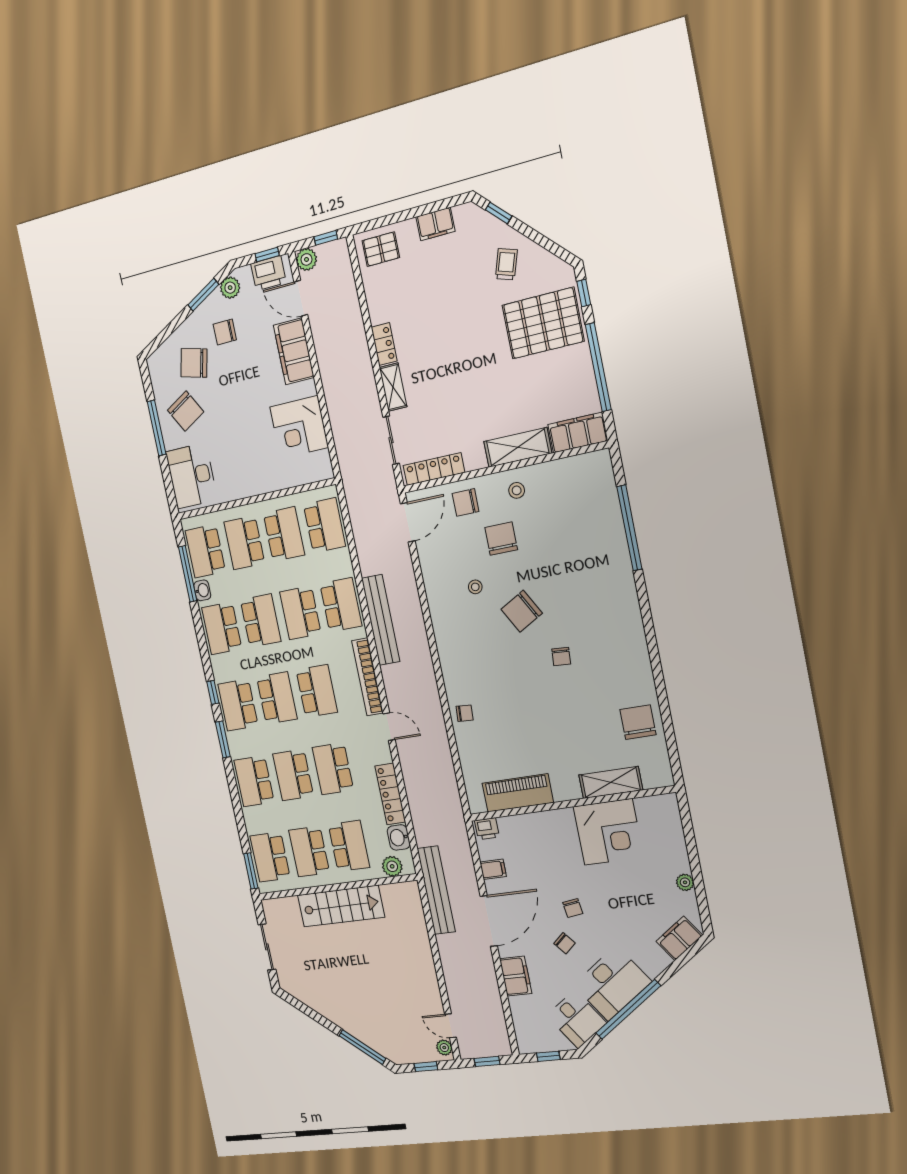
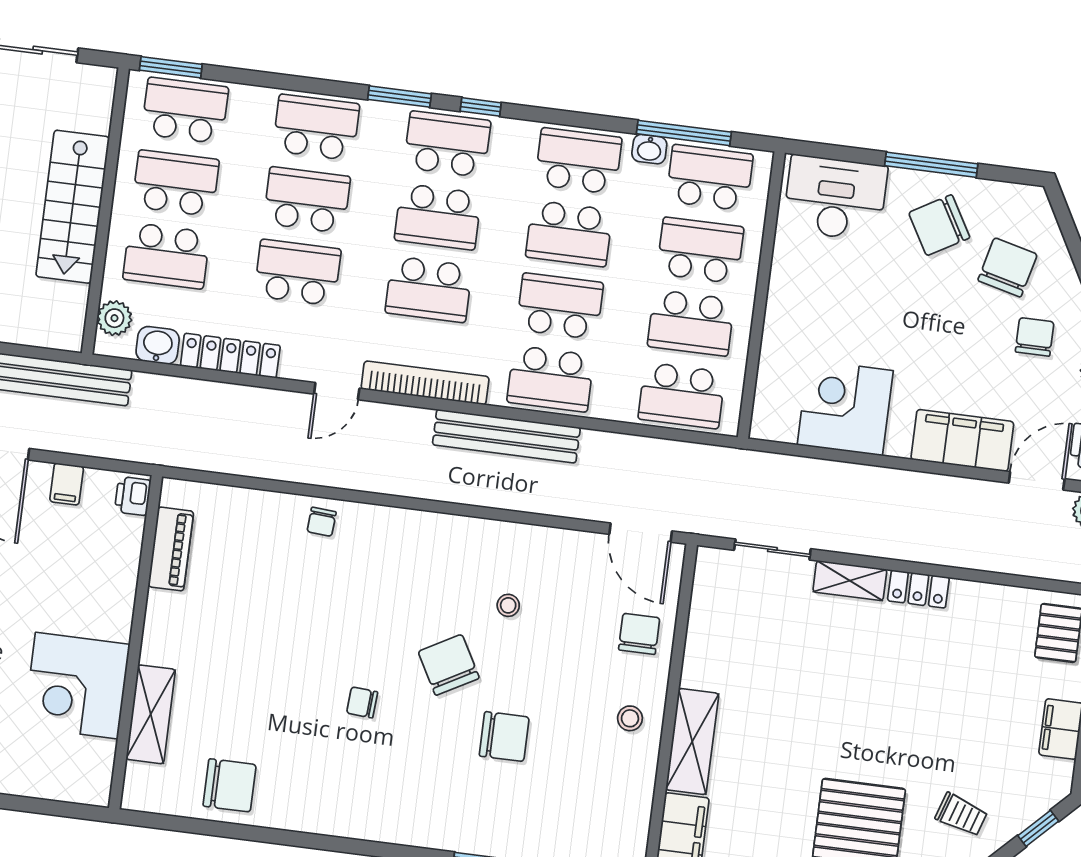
locker: (434, 469) -> (706, 602), removed
chair: (501, 539) -> (504, 737), moved
piano: (518, 793) -> (171, 549), width x0.73, depth x0.75

